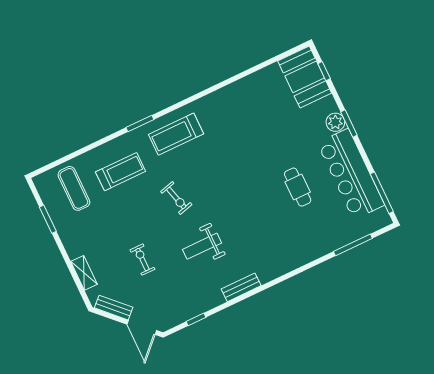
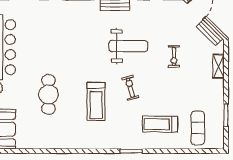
treadmill: (176, 134) -> (96, 101), moved, turned 90
cafe table: (298, 187) -> (48, 94), moved, width x1.37, depth x1.35
weight bench: (202, 246) -> (128, 46), width x1.36, depth x1.33

